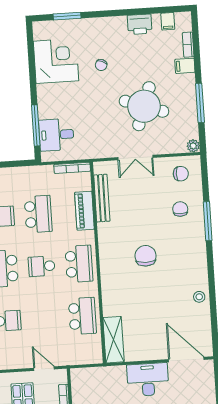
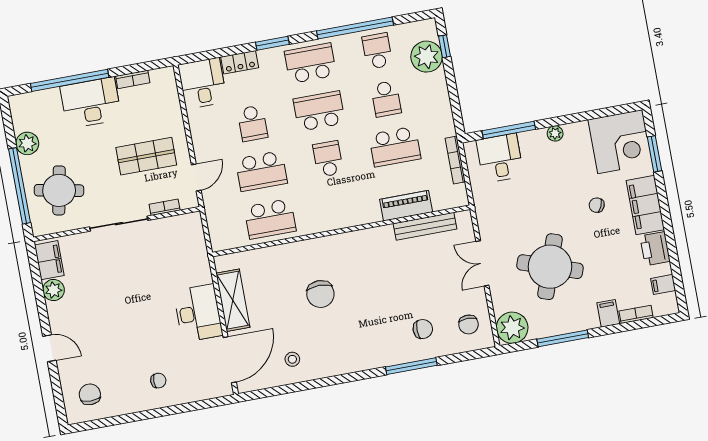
filing cabinet: (105, 28) -> (645, 205), added
corner desk: (56, 61) -> (620, 142), moved
plant: (43, 90) -> (555, 133), added
plant: (193, 146) -> (512, 328), width x1.87, depth x1.87
bookcase: (72, 168) -> (455, 160), moved
chair: (146, 256) -> (320, 294), moved, turned 90
school desk: (79, 264) -> (261, 171), moved
stool: (199, 297) -> (292, 359), moved
shelving: (114, 340) -> (233, 300), moved, turned 90

